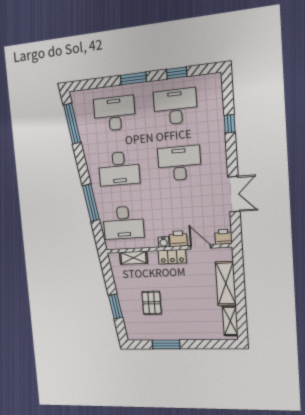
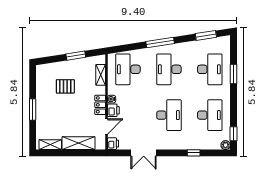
window: (177, 73) -> (233, 134), moved
window: (134, 78) -> (233, 74), moved
plant: (215, 79) -> (226, 145), added
window: (72, 124) -> (206, 35), width x0.69
window: (91, 203) -> (160, 43), moved
window: (115, 306) -> (76, 56), moved
window: (166, 344) -> (33, 110), moved

